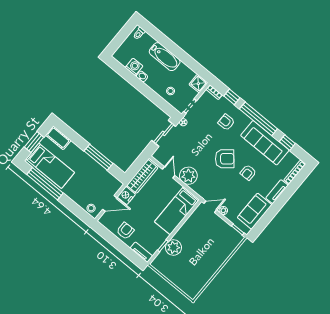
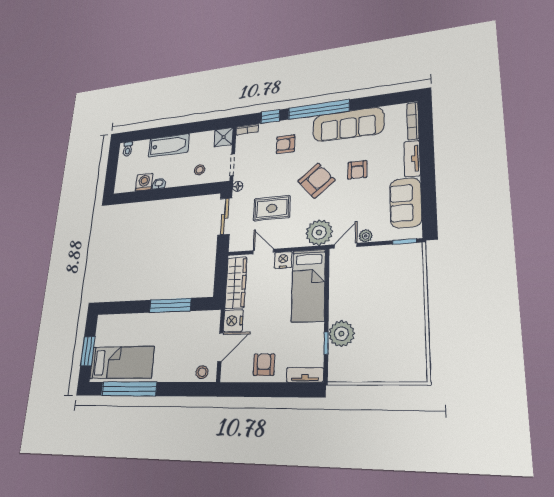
cot: (58, 138) -> (111, 323), removed
window: (287, 143) -> (374, 102), removed
rug: (191, 152) -> (272, 208), added
plant: (188, 176) -> (319, 233), moved
nightstand: (175, 186) -> (283, 260), added

